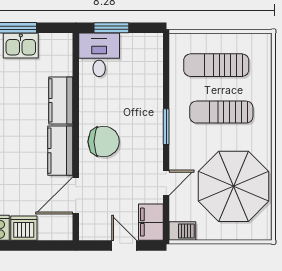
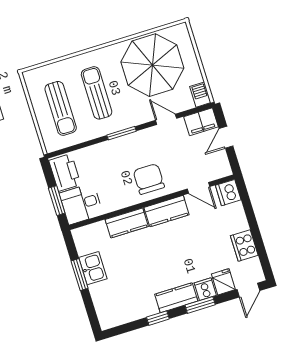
printer: (141, 47) -> (65, 173), added
sun lounger: (221, 112) -> (97, 93), turned 180
door: (76, 196) -> (198, 188), width x0.73
dishwasher: (24, 228) -> (228, 193), moved

